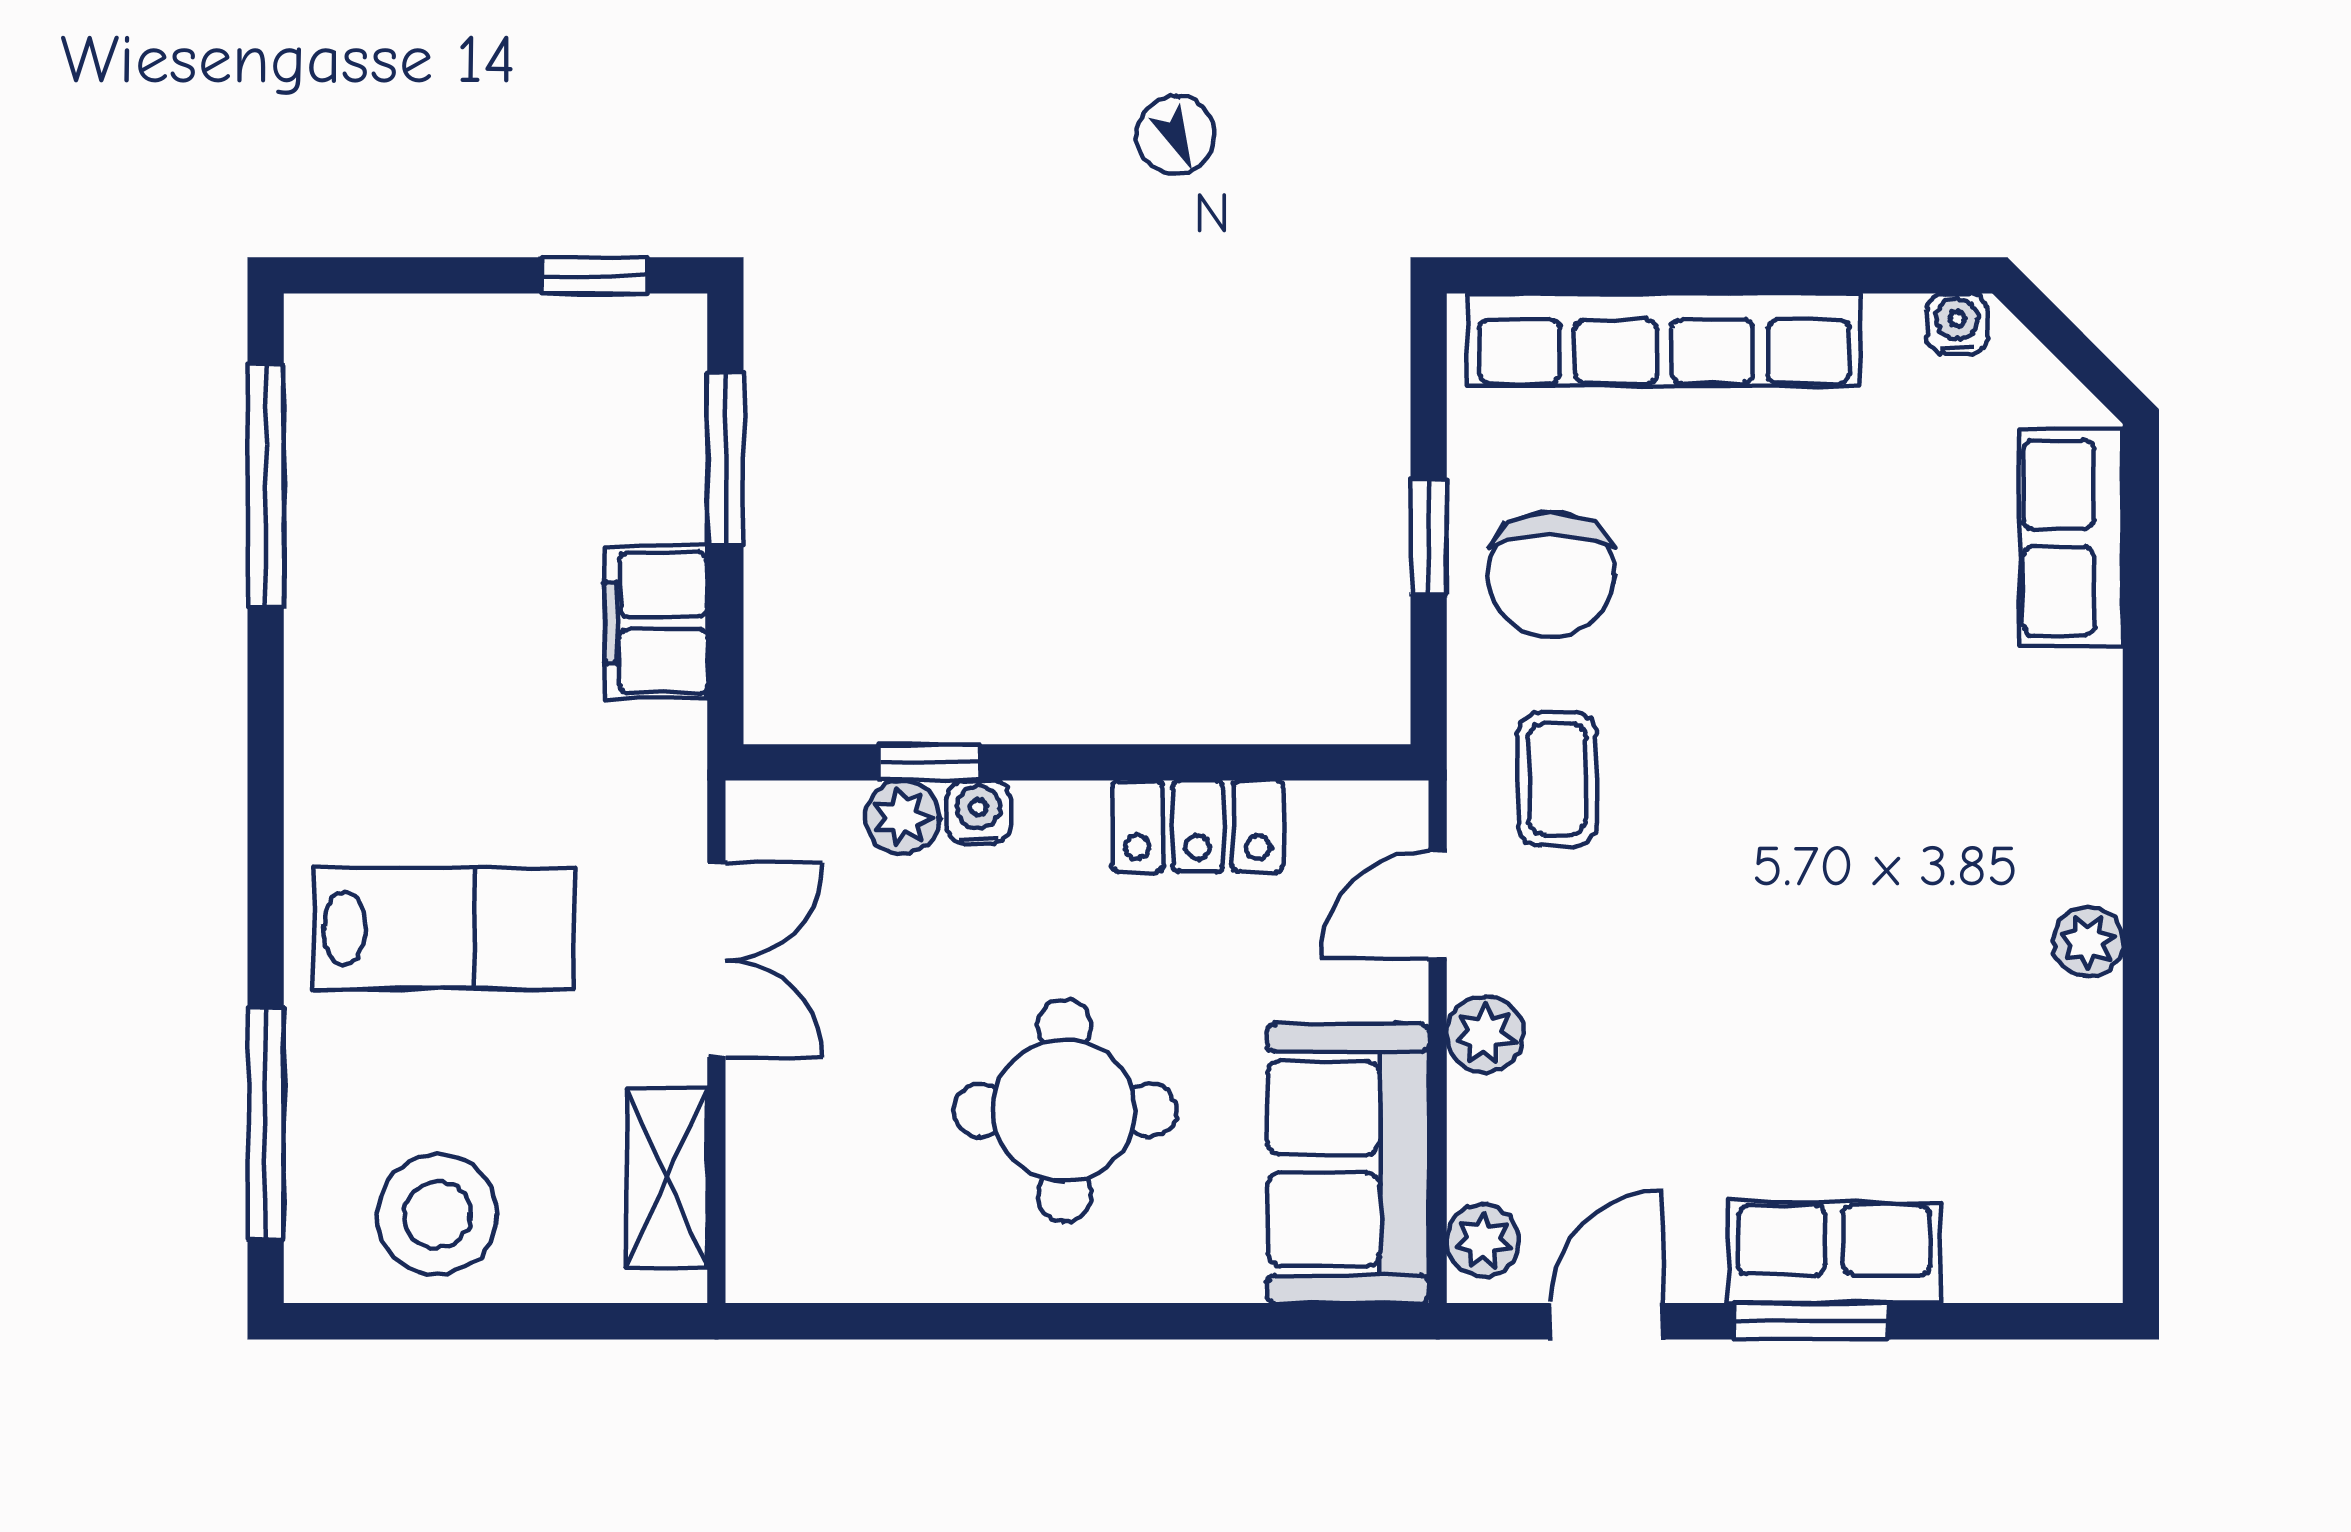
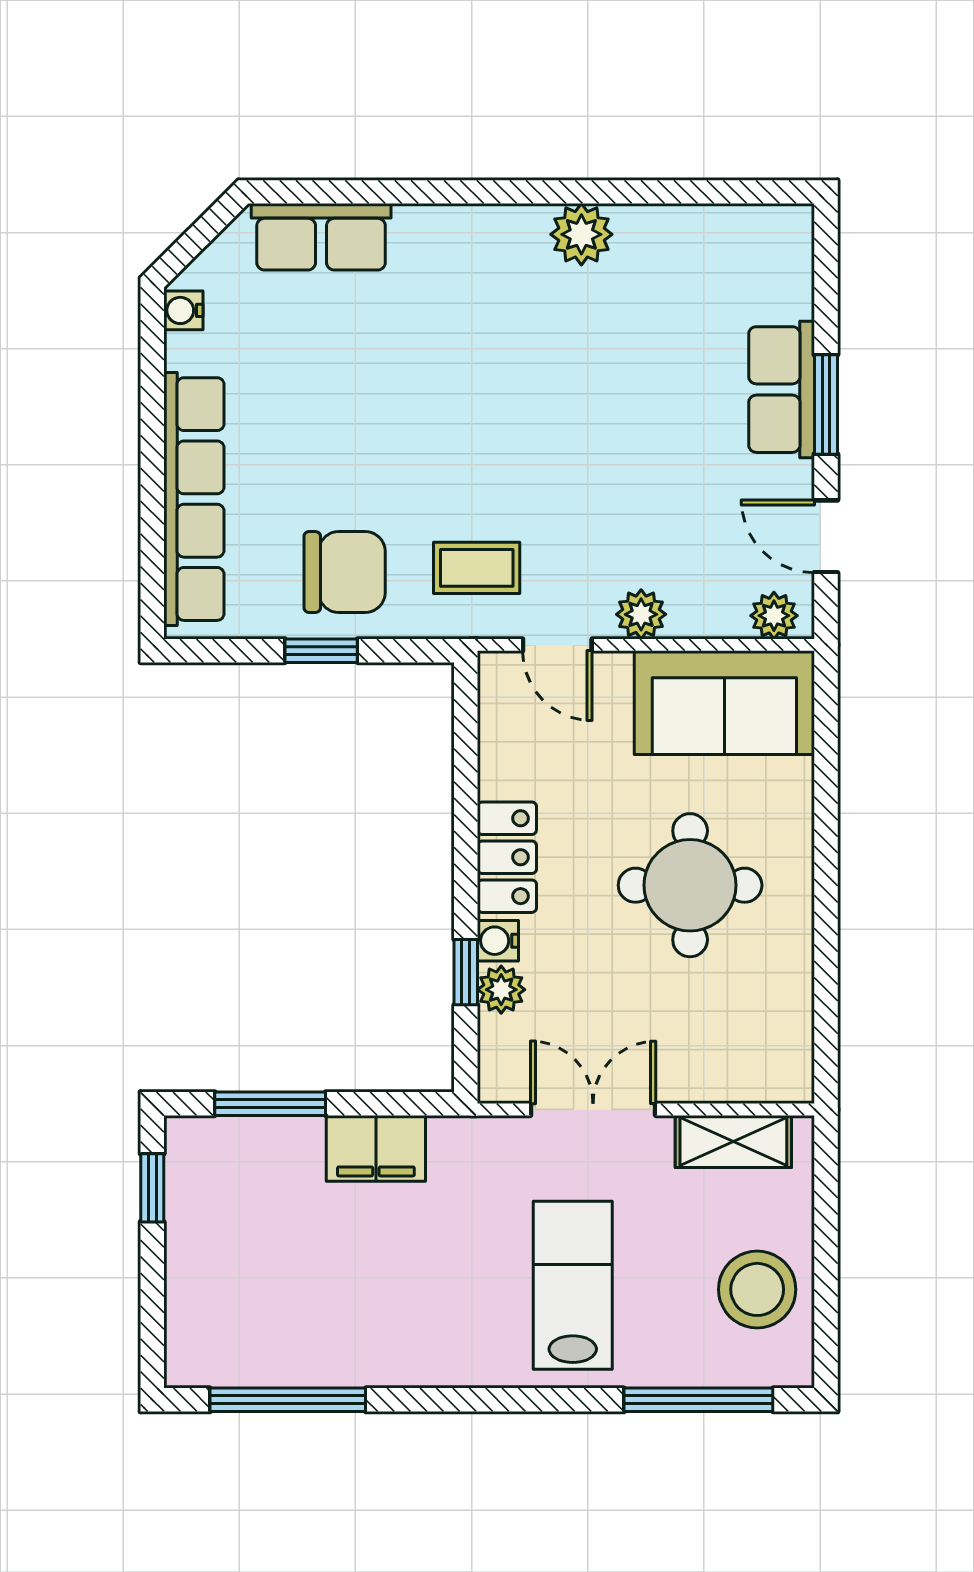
locker: (1198, 826) -> (507, 857), moved
plant: (2088, 942) -> (581, 234), width x1.38, depth x1.38

